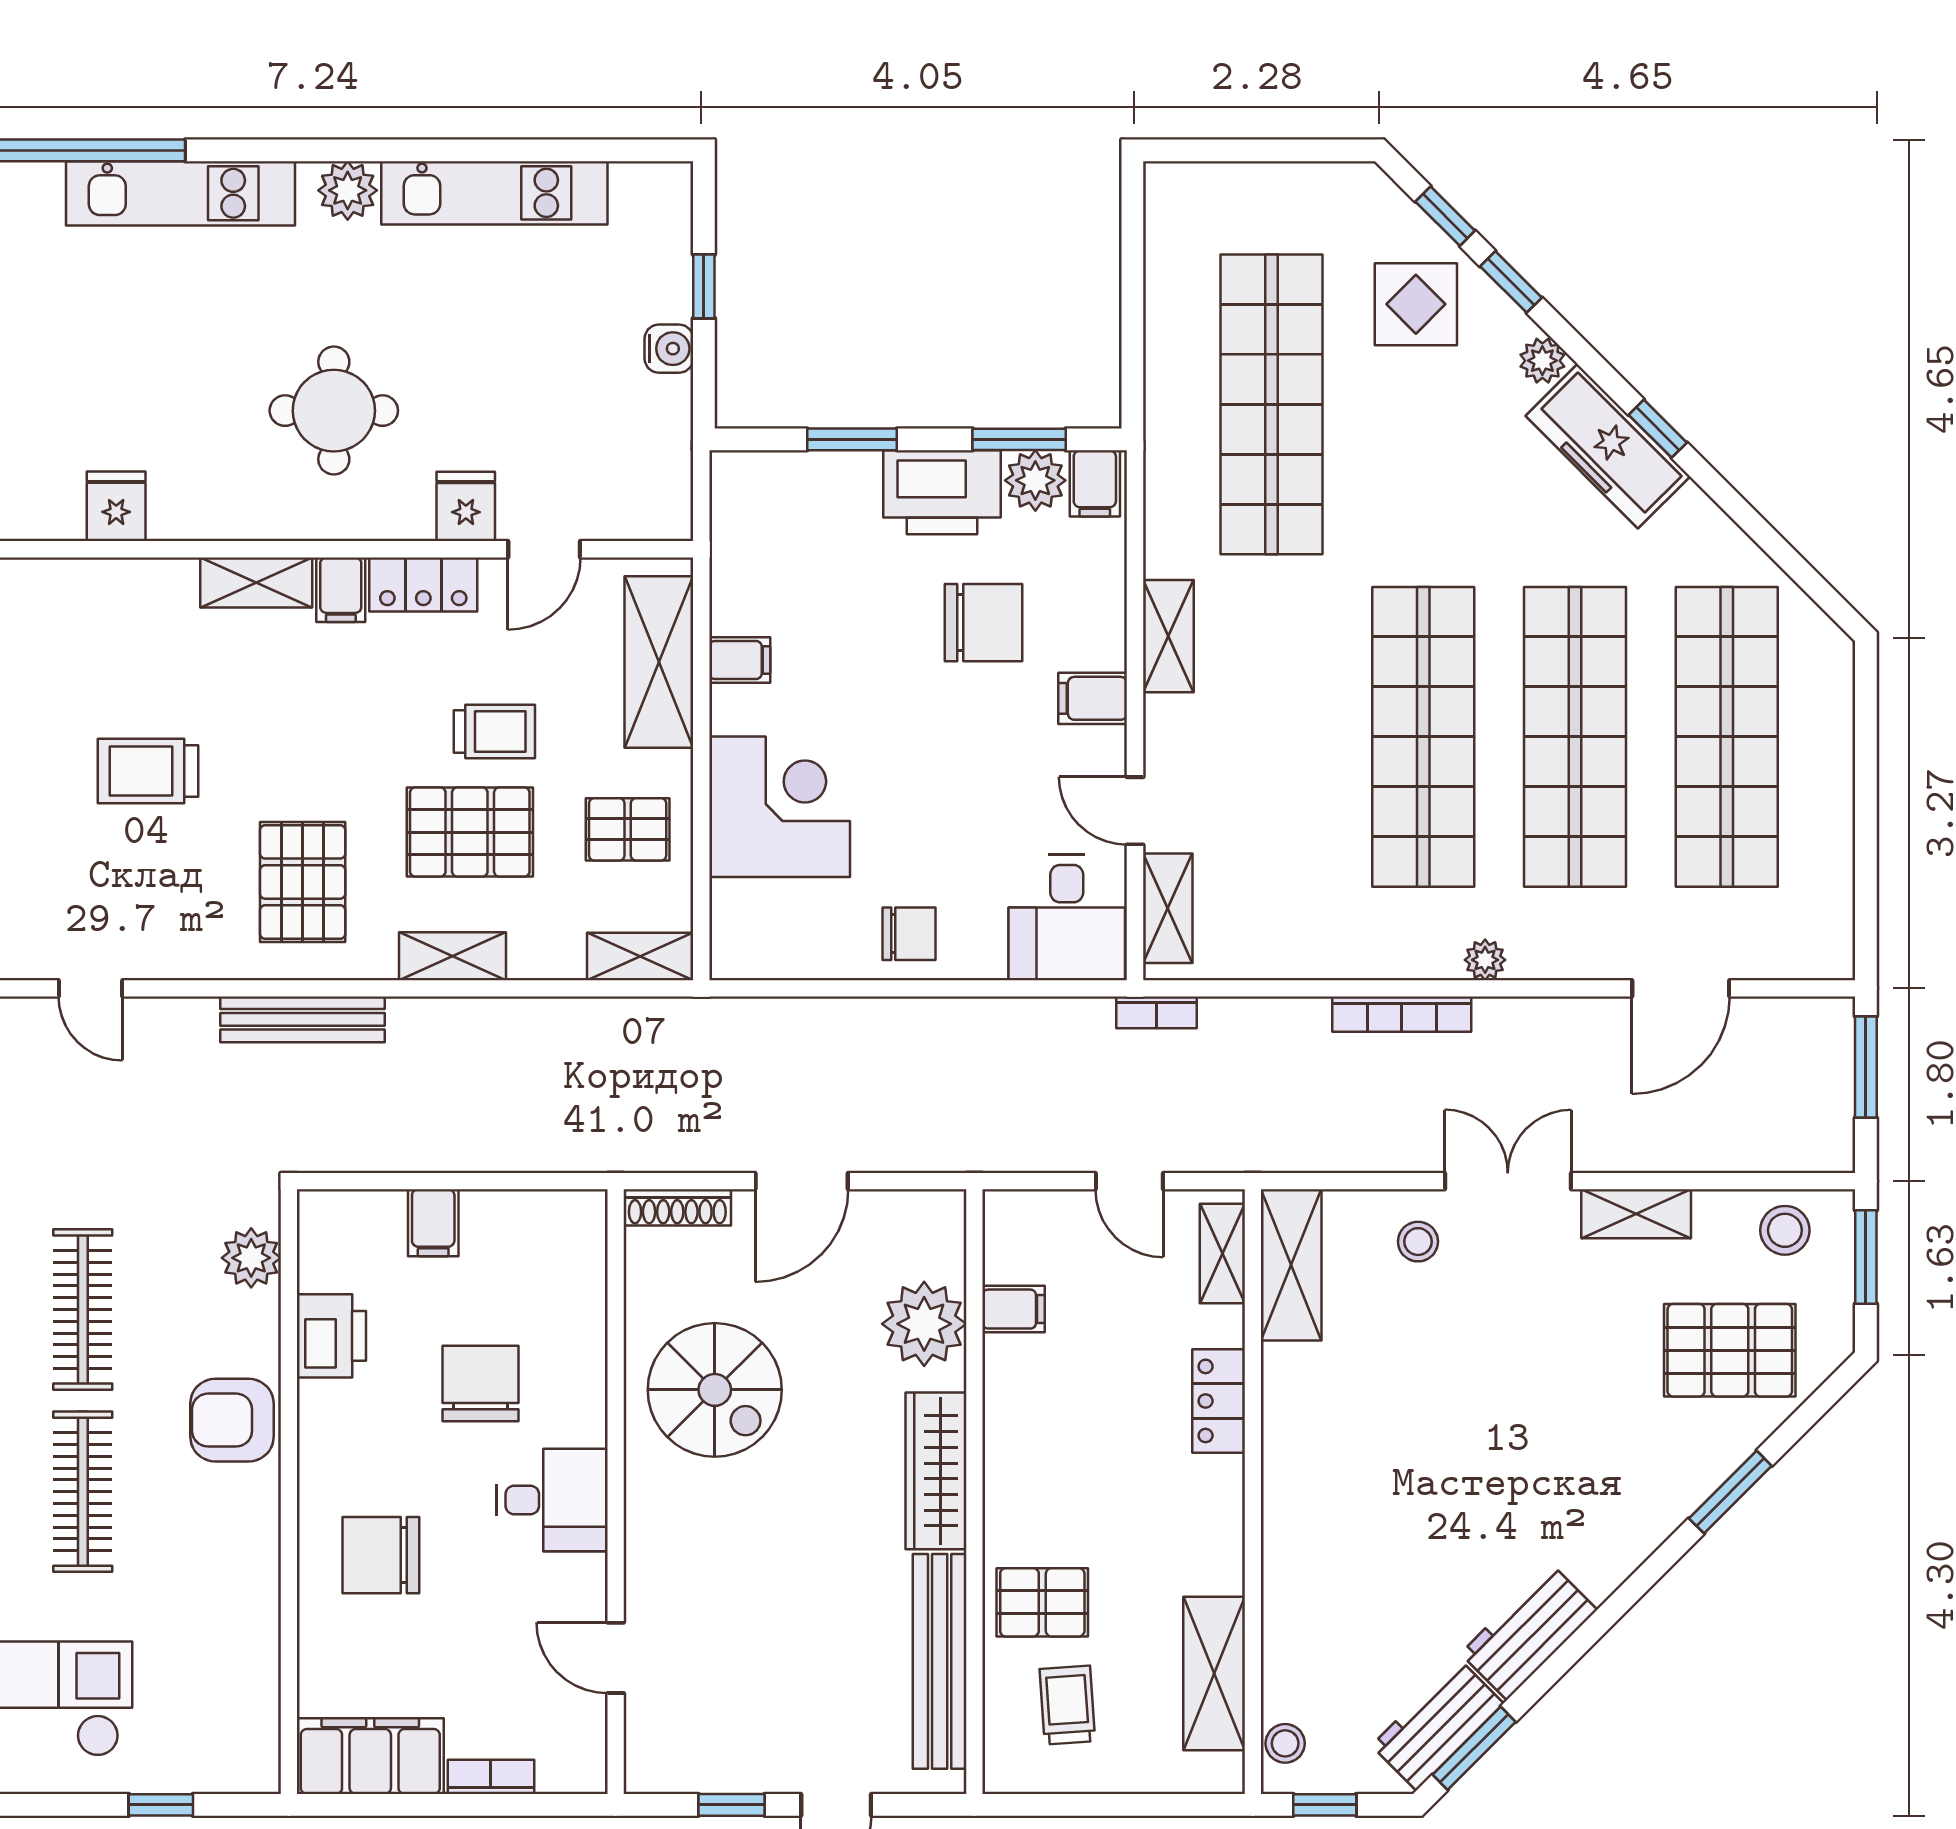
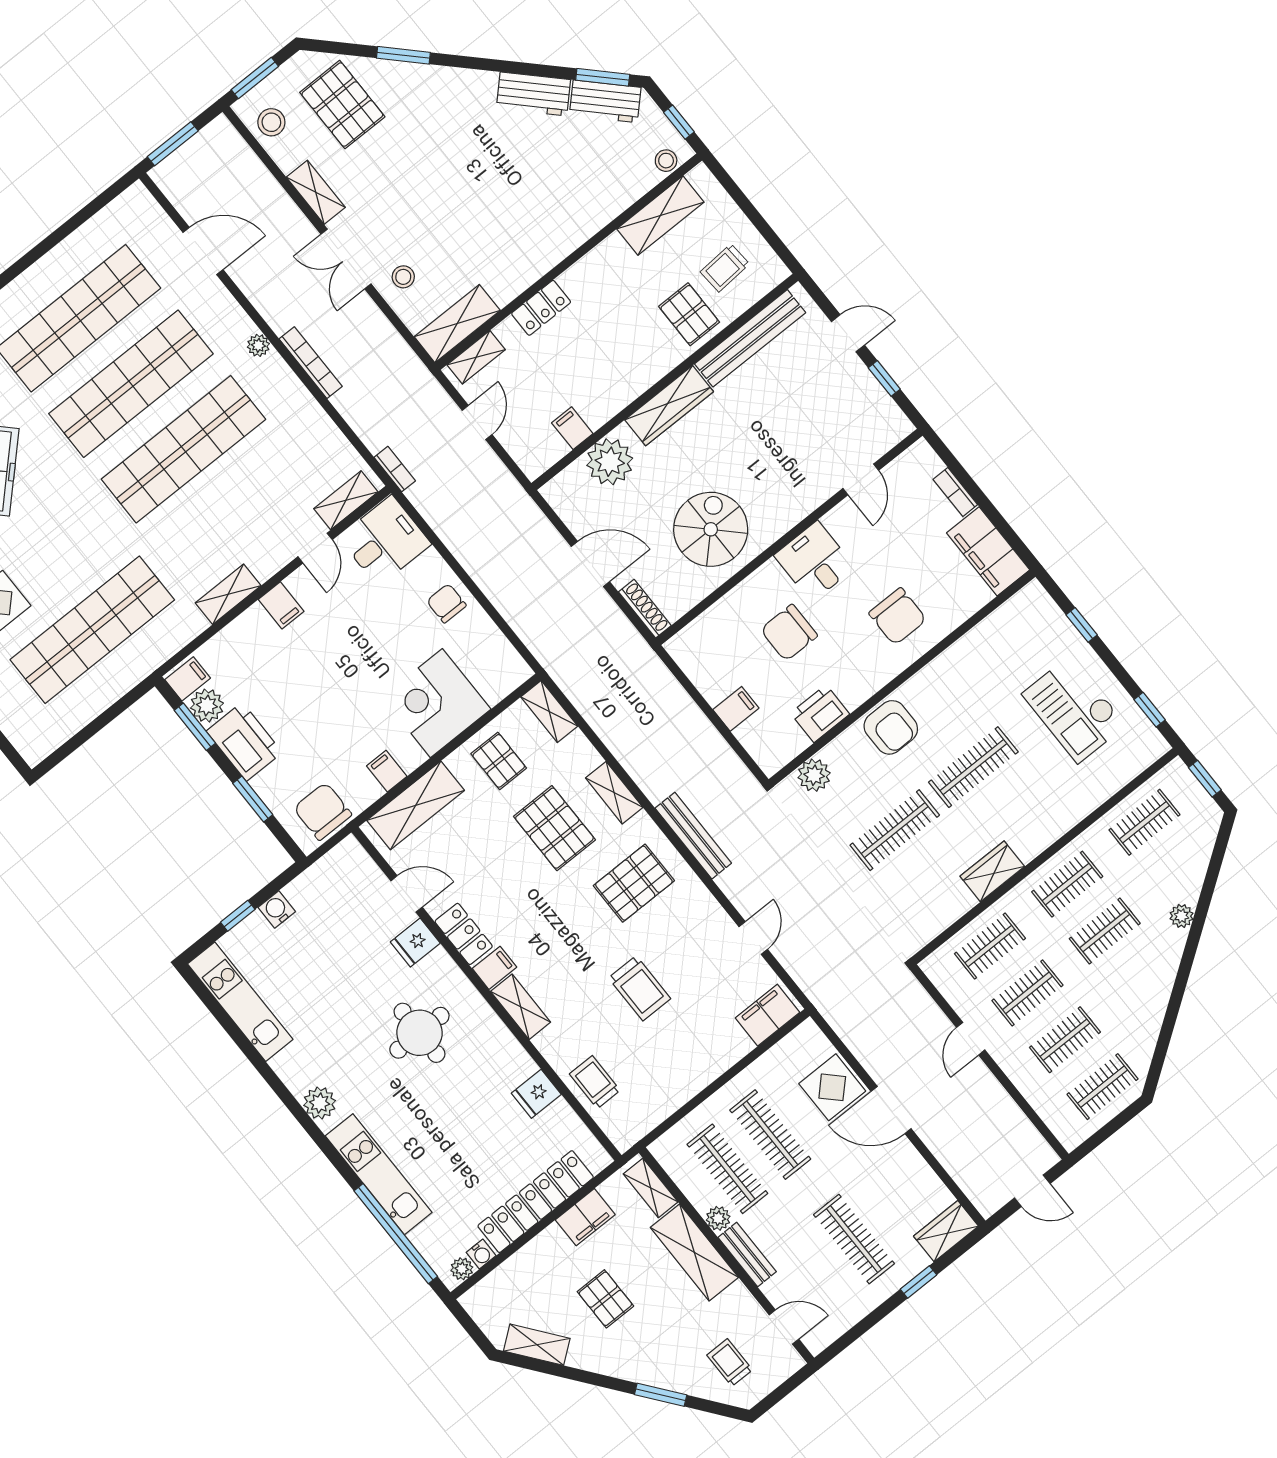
kitchen unit: (494, 193) -> (240, 1002), moved
chair: (983, 623) -> (323, 811), moved
trolley: (494, 732) -> (595, 1082), moved

